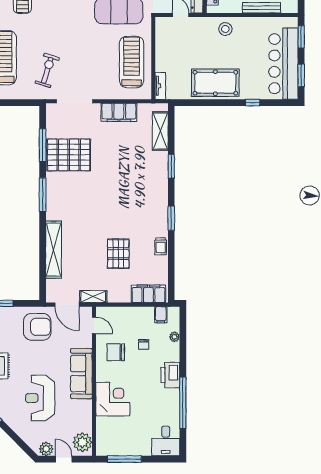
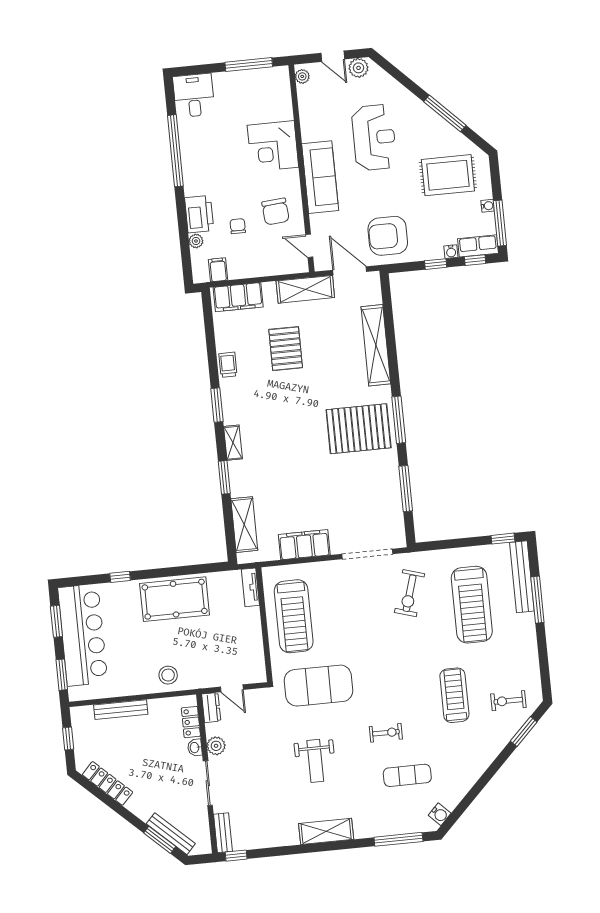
pallet: (69, 155) -> (359, 429), moved
shelving: (163, 190) -> (233, 443), added
shelving: (93, 297) -> (305, 289), width x1.50, depth x1.33
chair: (116, 352) -> (275, 211), turned 85
printer: (170, 375) -> (199, 214), moved
plant: (82, 442) -> (302, 76), width x0.53, depth x0.53

